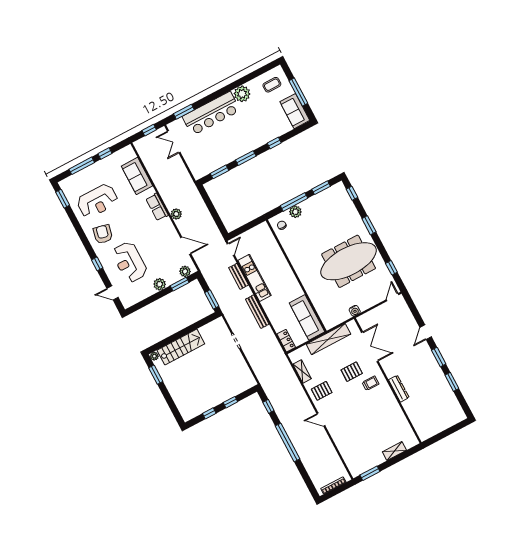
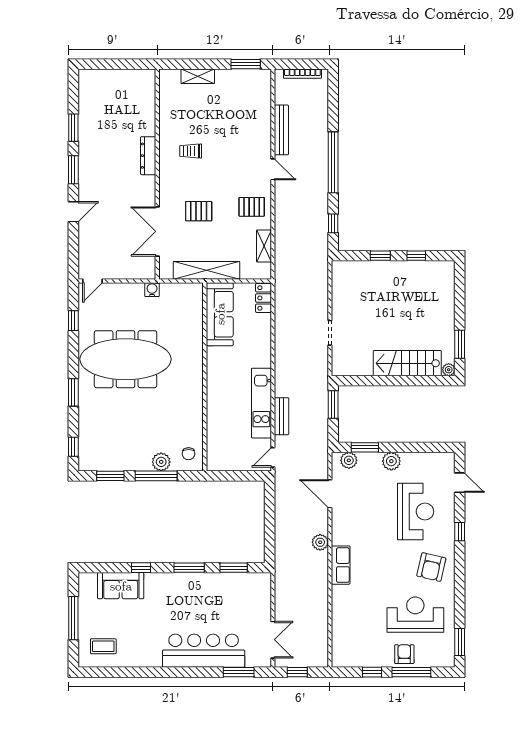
plant: (242, 94) -> (149, 655), removed
sofa: (295, 111) -> (121, 586), moved, turned 90
armchair: (92, 174) -> (404, 654), added
sofa: (137, 176) -> (345, 620), removed
bench: (257, 312) -> (281, 130), moved
trolley: (371, 383) -> (191, 151), moved

